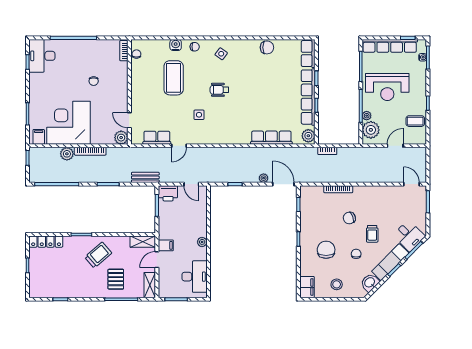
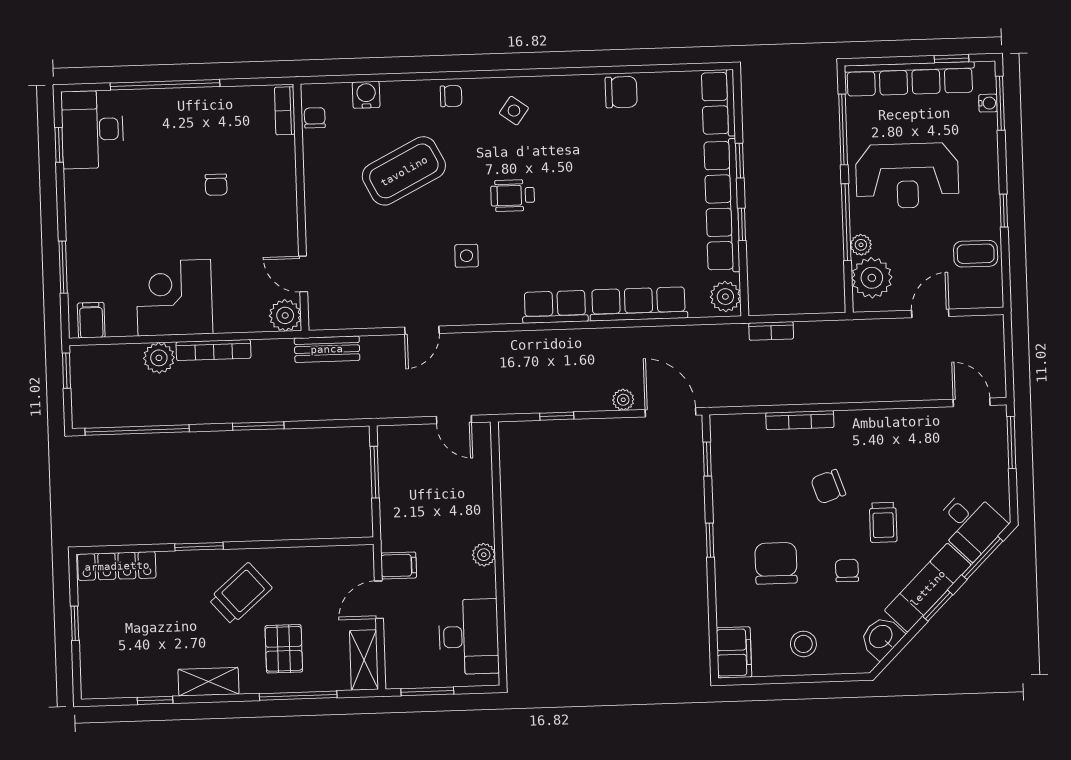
water cooler: (176, 45) -> (366, 95), moved
coffee table: (174, 78) -> (404, 171), turned 63
corner desk: (69, 123) -> (174, 298), width x0.74, depth x0.74
row of seats: (157, 138) -> (555, 307), moved
bench: (145, 177) -> (327, 349), moved
printer: (168, 193) -> (400, 443), removed
shelving: (143, 242) -> (208, 682), moved

